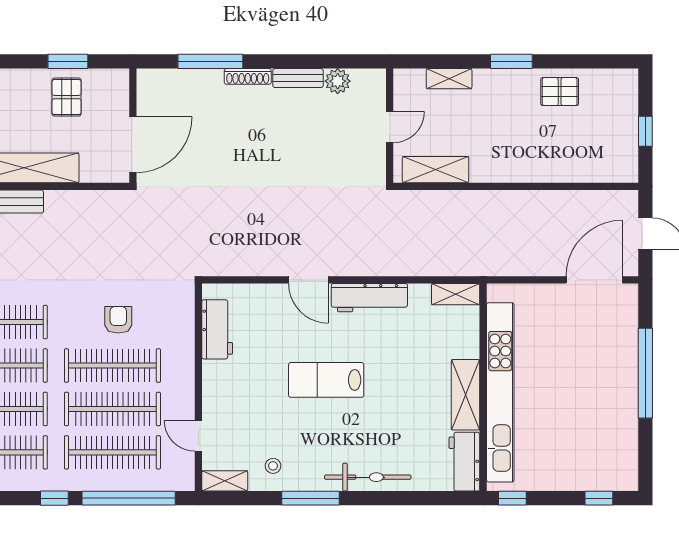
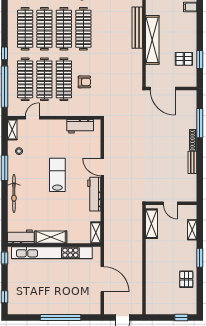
plant: (338, 81) -> (191, 180), removed
window: (645, 131) -> (181, 318), moved
door: (308, 280) -> (102, 167), hinge flipped
door: (594, 280) -> (102, 279), moved

